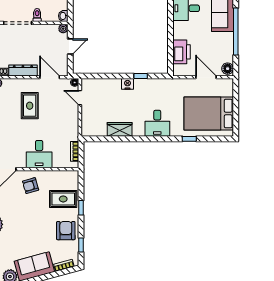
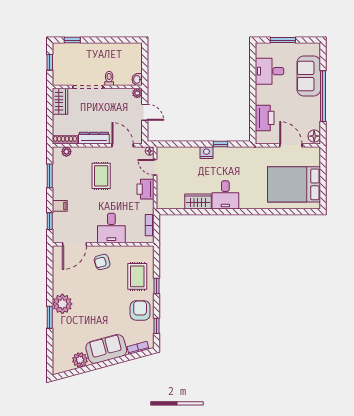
door: (70, 46) -> (145, 112), hinge flipped
printer: (71, 118) -> (146, 189), added
desk: (157, 123) -> (225, 195), moved
window: (189, 139) -> (273, 212), removed
rug: (63, 199) -> (137, 276), turned 90

